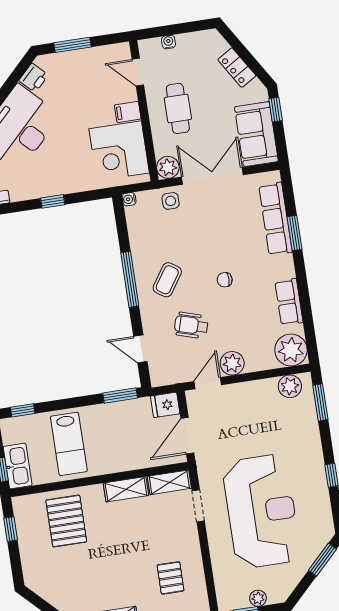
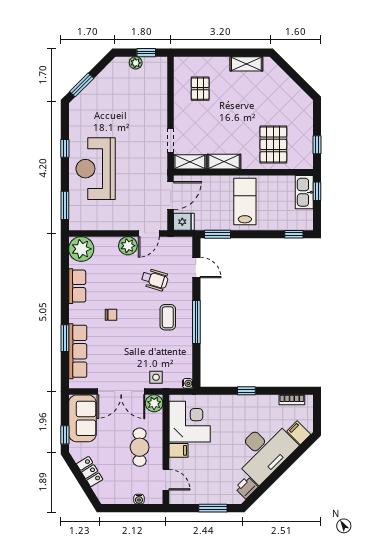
coffee table: (167, 280) -> (168, 317), turned -34
chair: (225, 280) -> (111, 315), moved
plant: (290, 386) -> (86, 221), removed
lab bench: (69, 444) -> (245, 202), moved
reception desk: (261, 511) -> (96, 169), moved, width x0.74, depth x0.77

